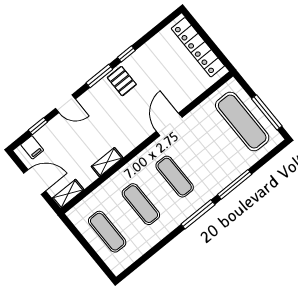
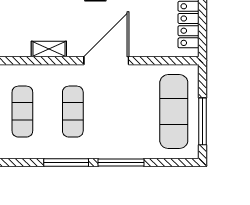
door: (169, 124) -> (106, 61), width x1.36
shelving: (107, 162) -> (49, 49), moved

